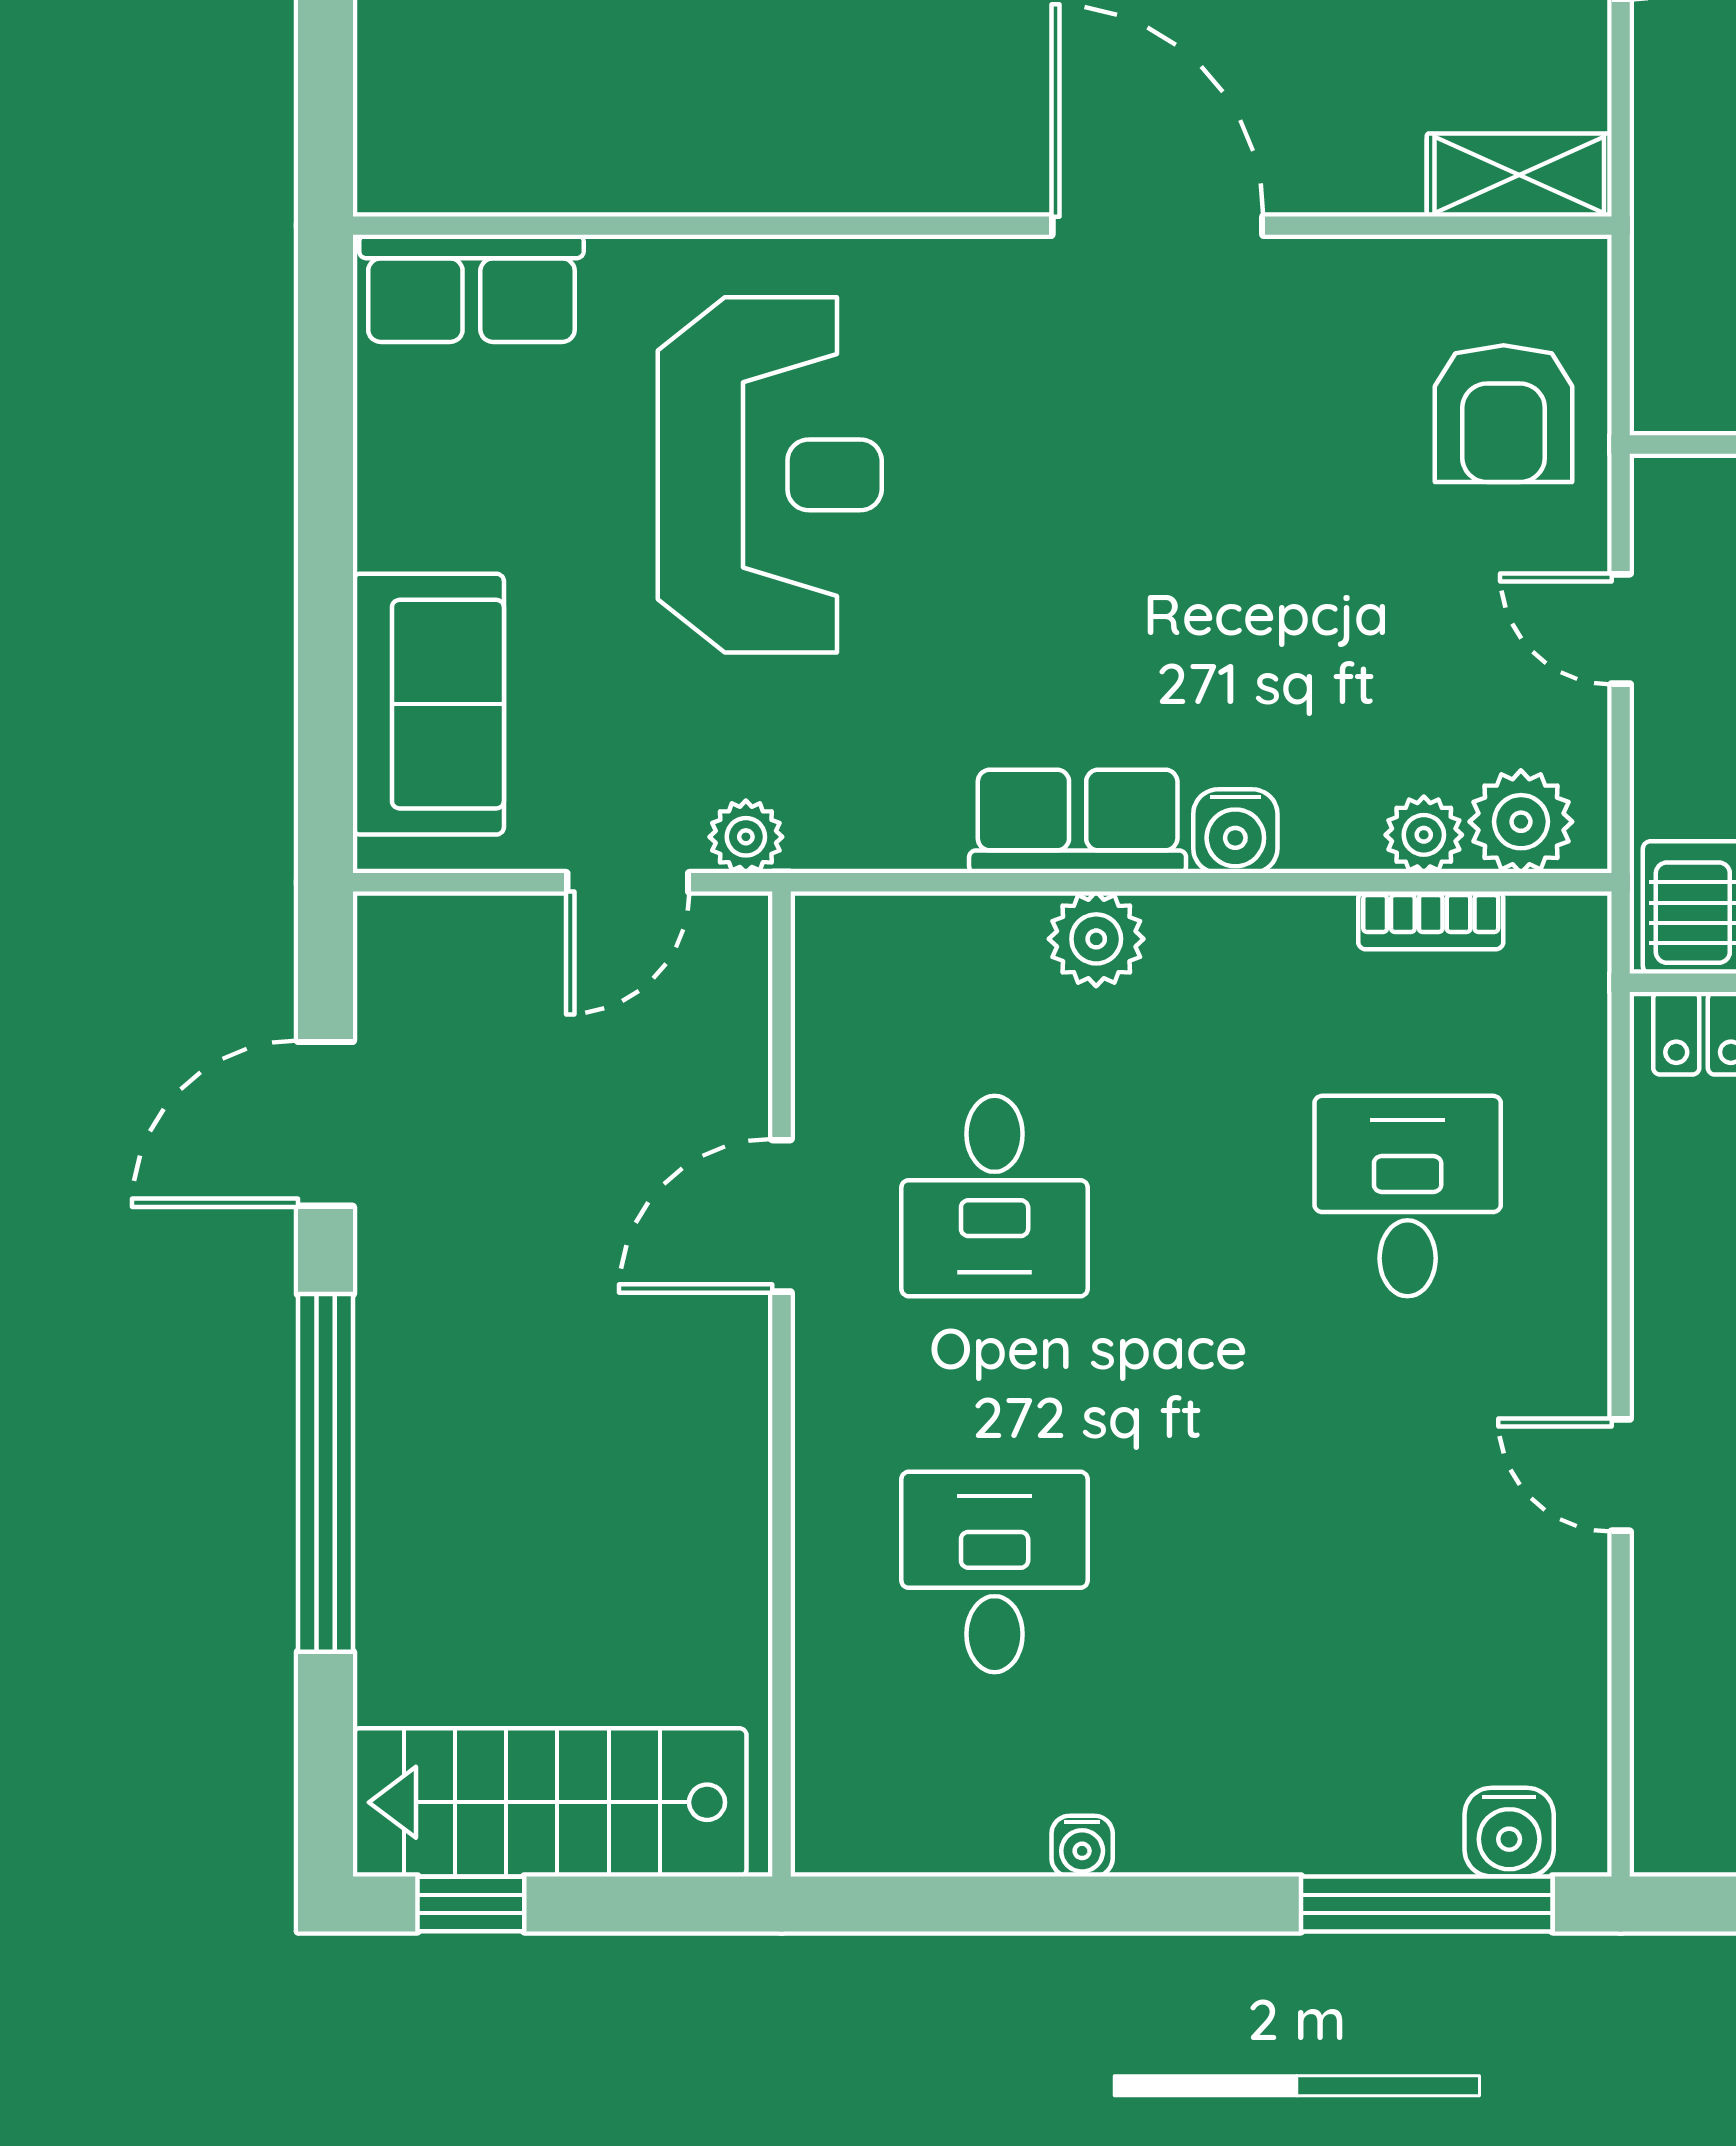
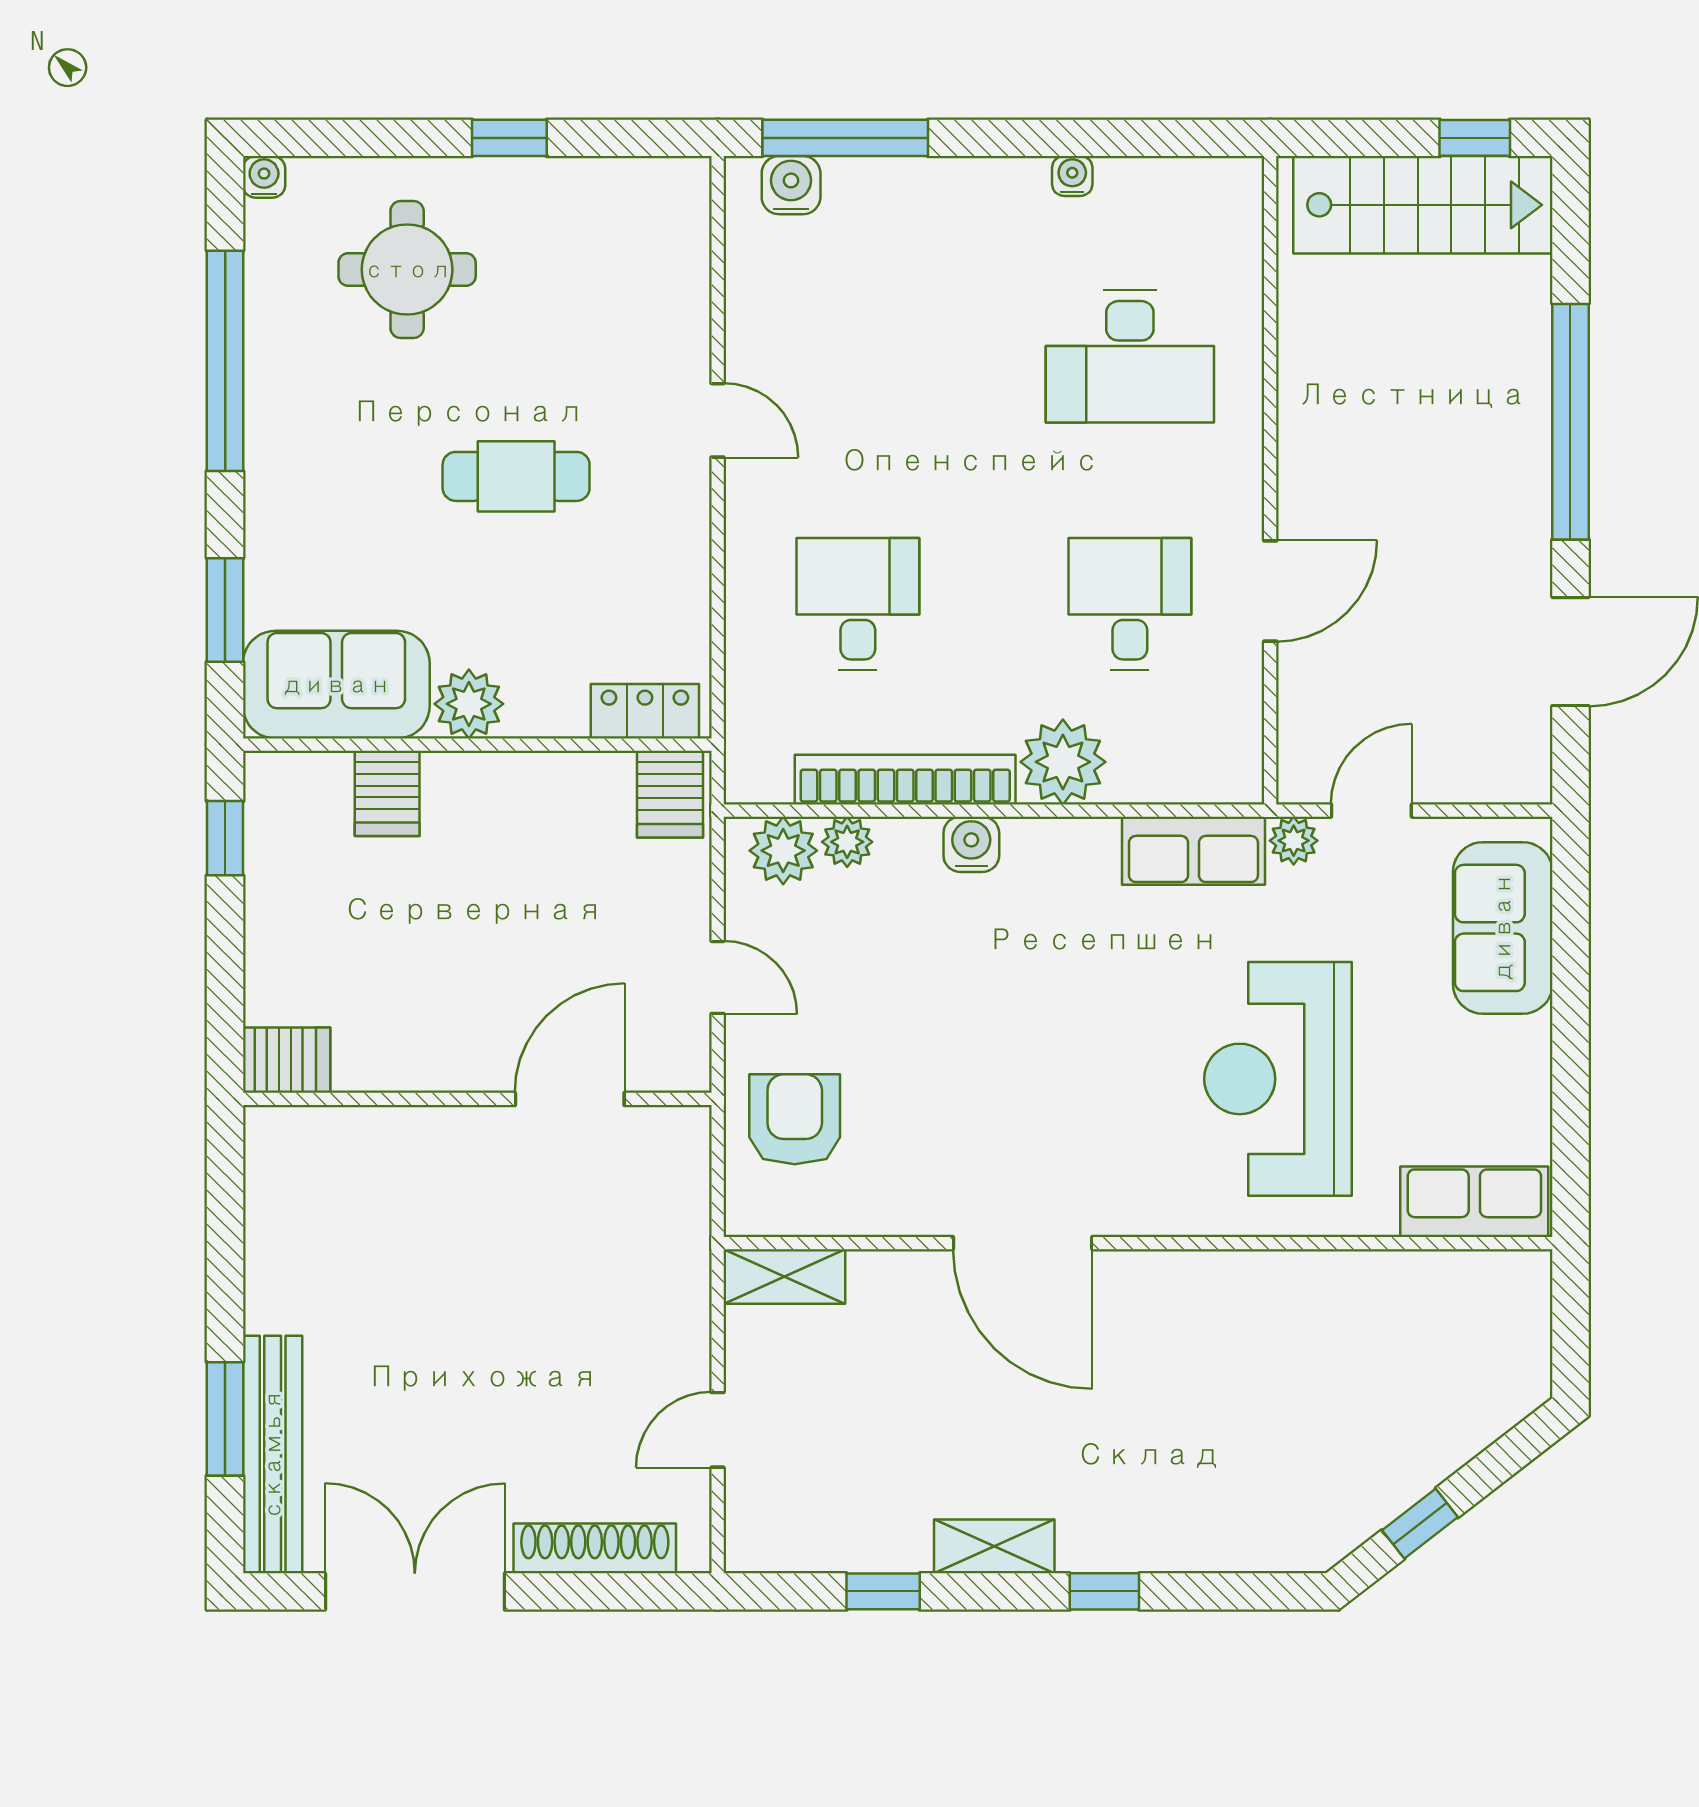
row of seats: (1078, 821) -> (1193, 851), moved
bookcase: (1431, 920) -> (905, 780), width x2.31, depth x1.31
plant: (1096, 939) -> (1063, 762), width x1.36, depth x1.36
desk: (1408, 1196) -> (858, 604), turned 180
desk: (995, 1572) -> (1130, 356), width x1.37

